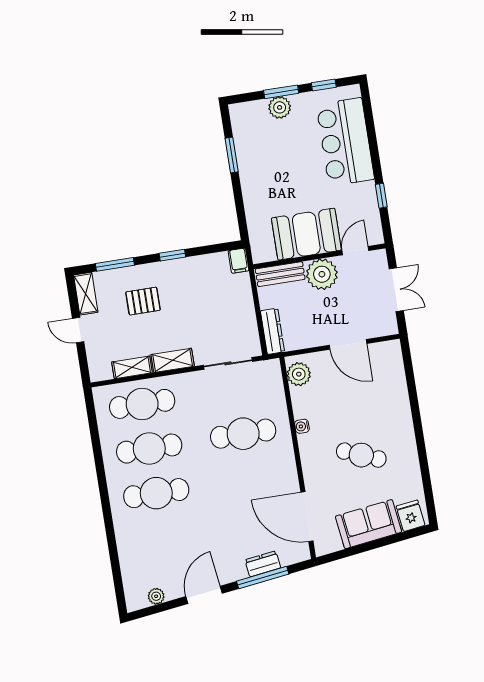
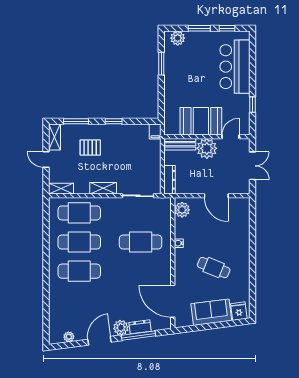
plant: (280, 107) -> (178, 38), moved
shelving: (132, 367) -> (61, 189), moved
plant: (234, 570) -> (121, 328), added

